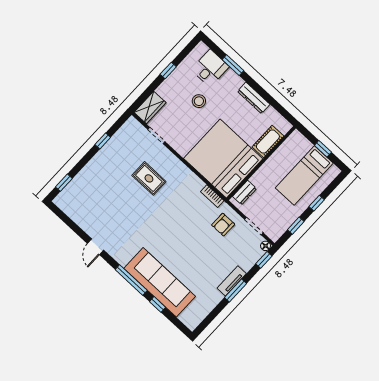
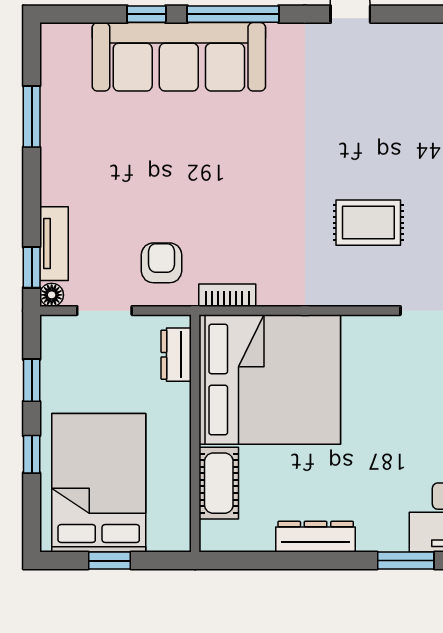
stool: (199, 101) -> (407, 441), removed
bed: (304, 175) -> (99, 483), width x1.50
tv unit: (232, 281) -> (54, 244), moved
window: (235, 291) -> (32, 117), moved

